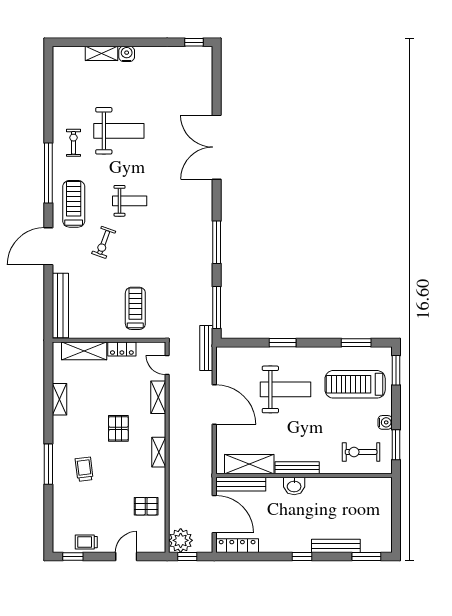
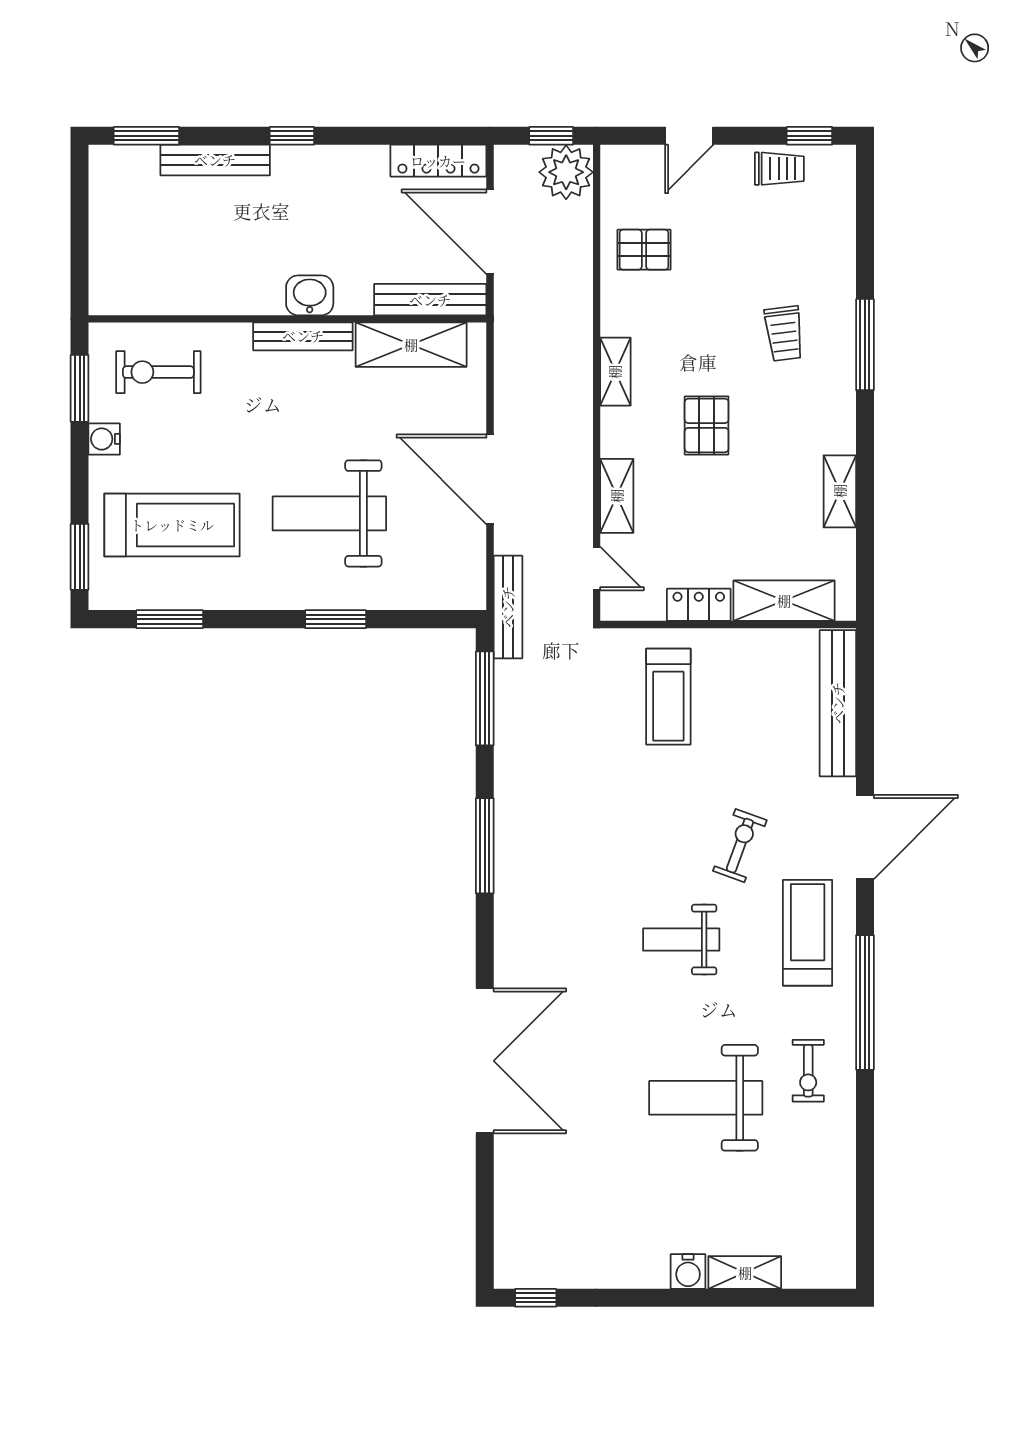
treadmill: (74, 204) -> (808, 933), turned 180
exercise bike: (361, 452) -> (158, 372), turned 180

